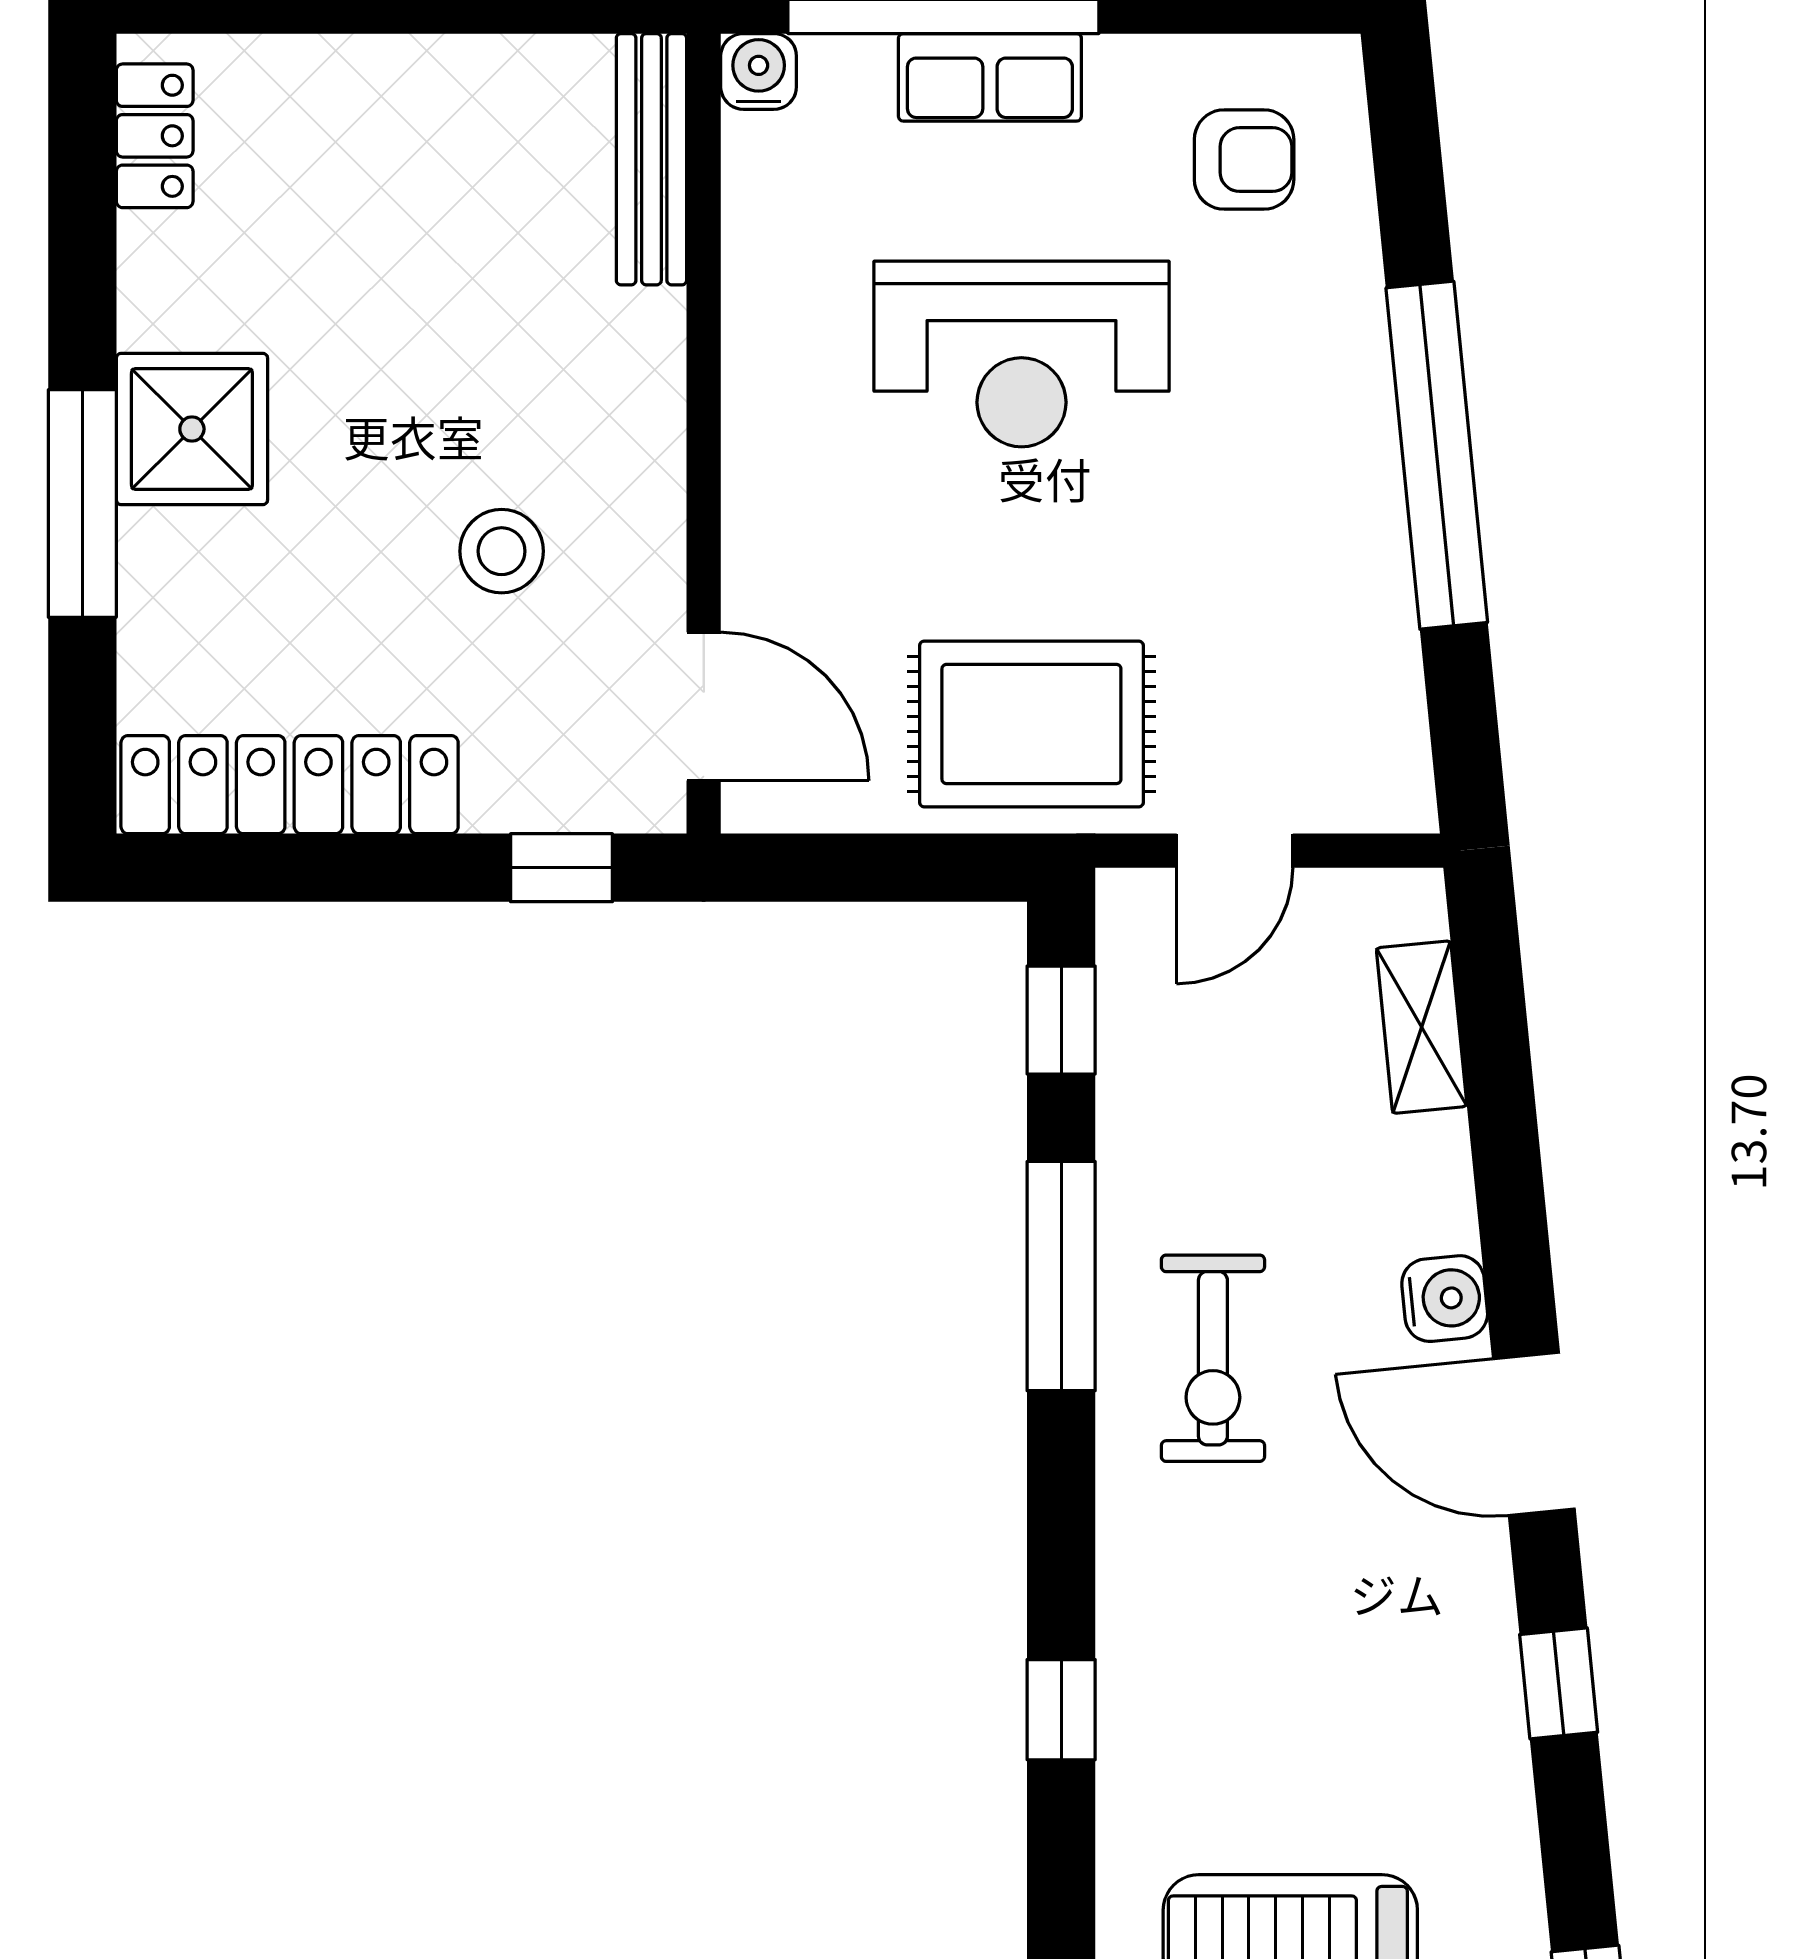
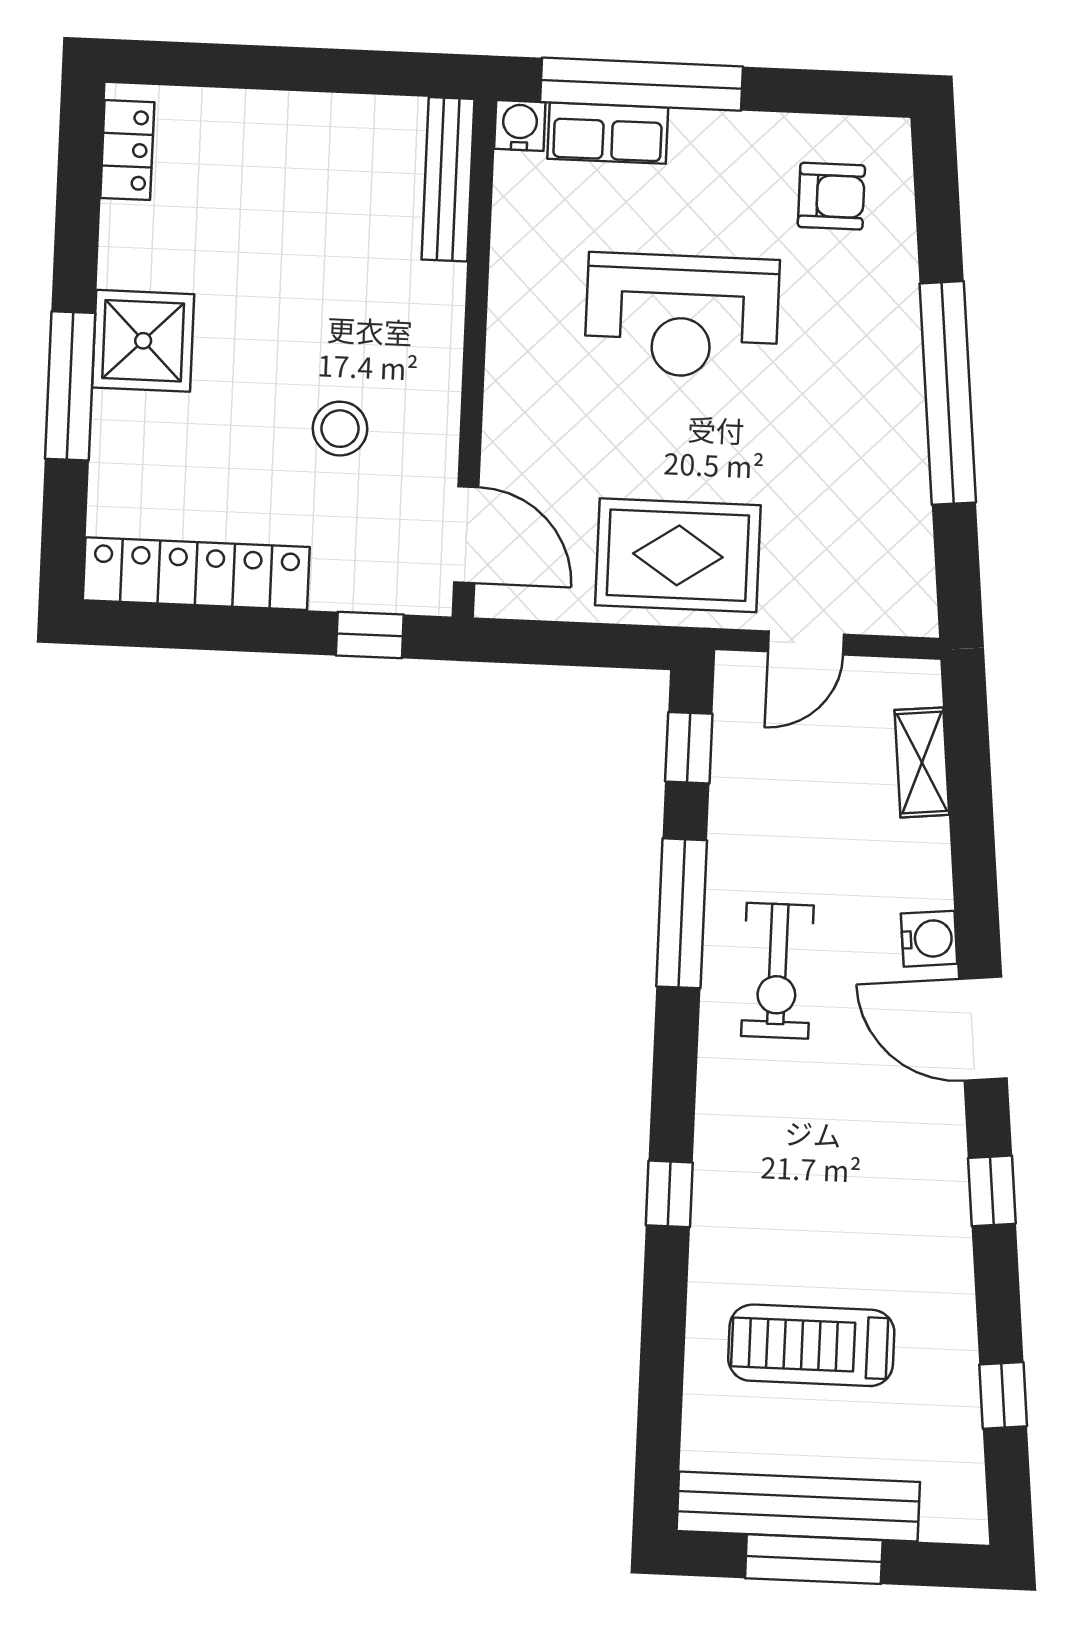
row of seats: (990, 77) -> (608, 133), moved

